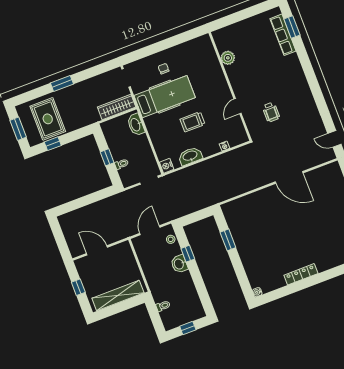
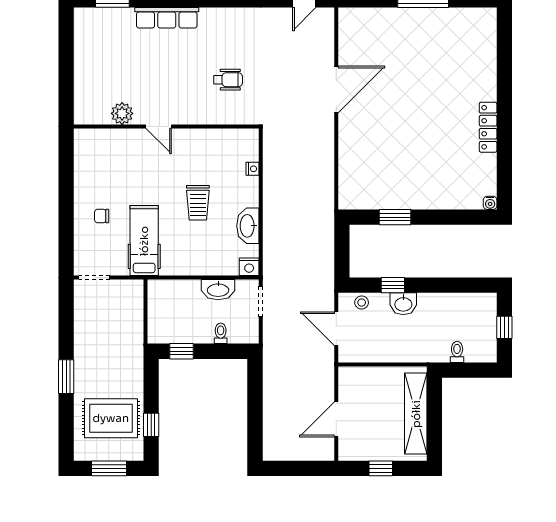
row of seats: (283, 35) -> (167, 18), moved
hospital bed: (165, 97) -> (144, 241), width x0.73, depth x0.78
door: (238, 106) -> (159, 126), moved
wardrobe: (117, 107) -> (132, 308), removed
washbasin: (136, 125) -> (218, 290), moved
window: (107, 157) -> (181, 351), moved

